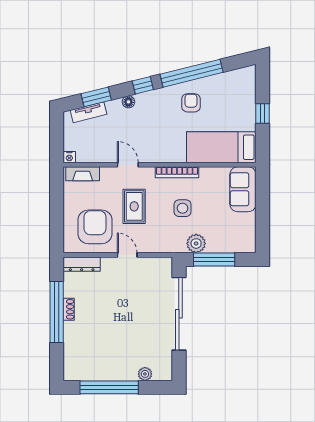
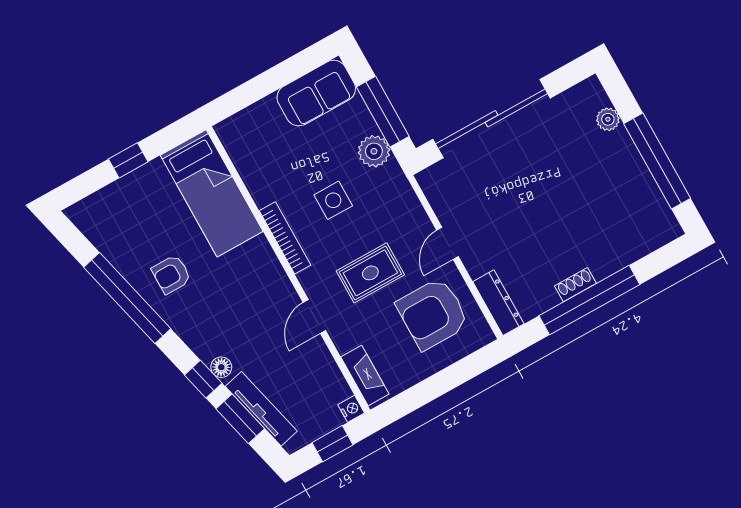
window: (143, 85) -> (203, 379), moved
tv unit: (89, 112) -> (261, 409), width x1.41
window: (57, 137) -> (332, 444), added
sofa: (243, 189) -> (316, 93), moved

